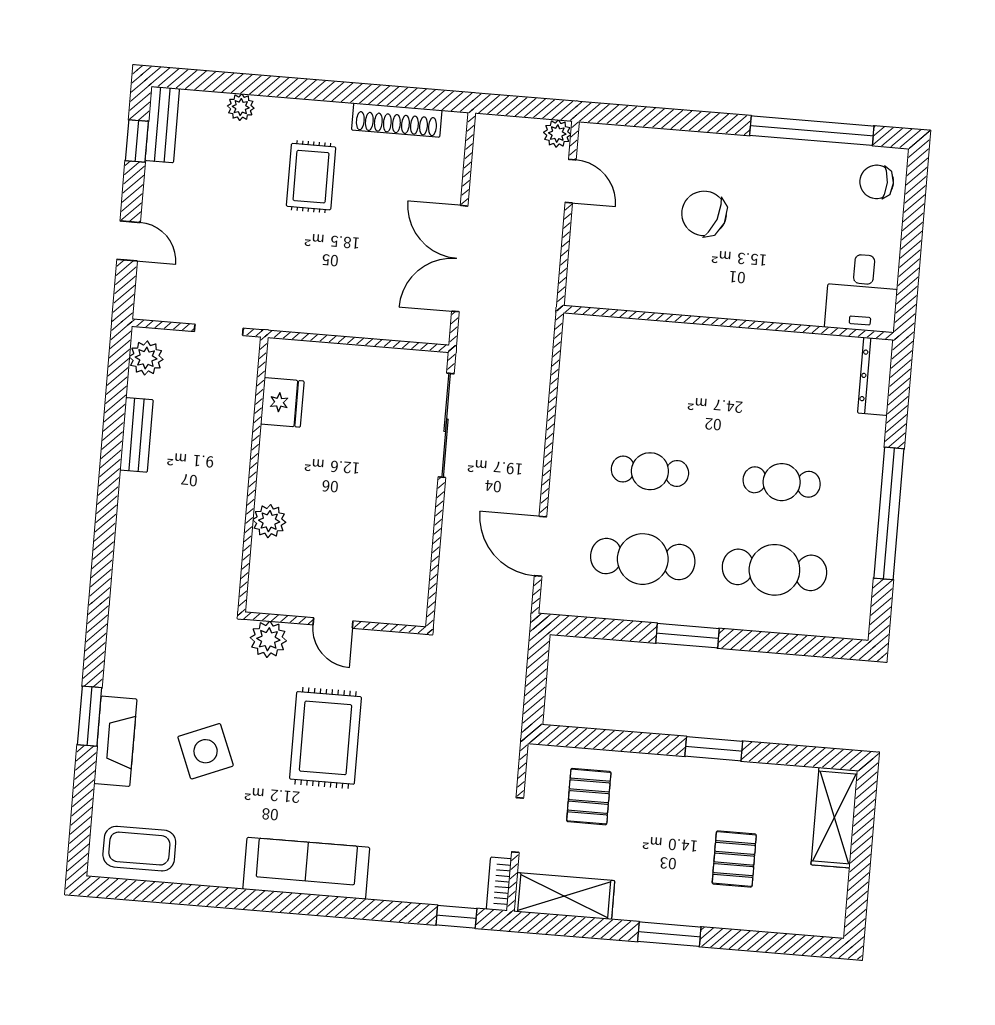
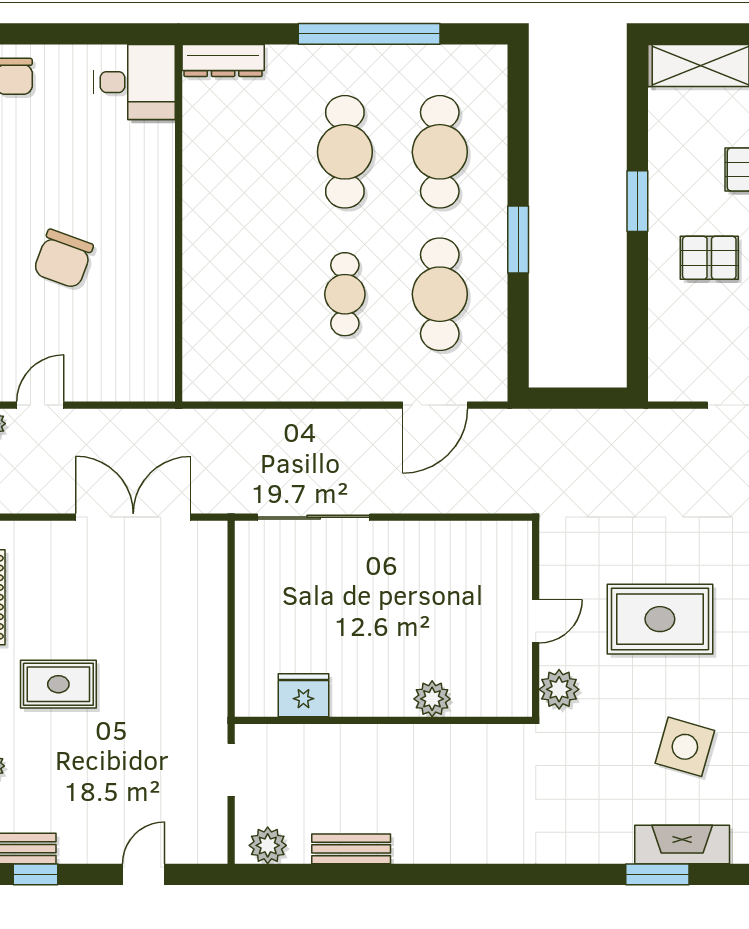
double door: (460, 259) -> (133, 517), swing flipped
cafe table: (782, 482) -> (345, 152), width x1.37, depth x1.35
side table: (206, 751) -> (685, 747), turned 38
pallet: (589, 797) -> (709, 258), moved

